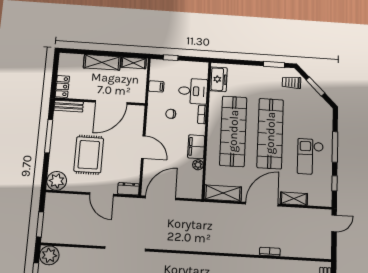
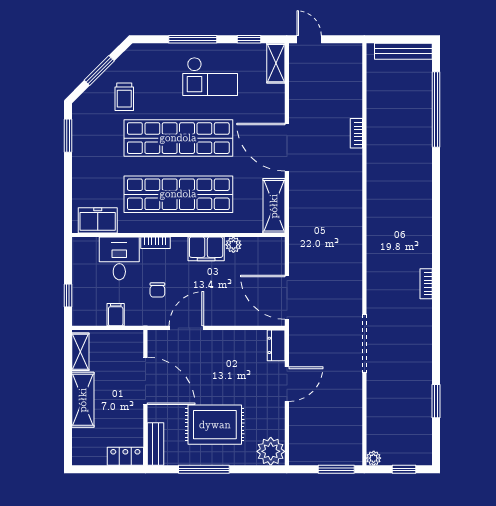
trolley: (291, 83) -> (124, 97), moved
door: (143, 147) -> (186, 328), moved
rug: (89, 155) -> (215, 425), moved
shelving: (294, 199) -> (276, 63), moved
plant: (49, 255) -> (374, 458), width x0.53, depth x0.53

